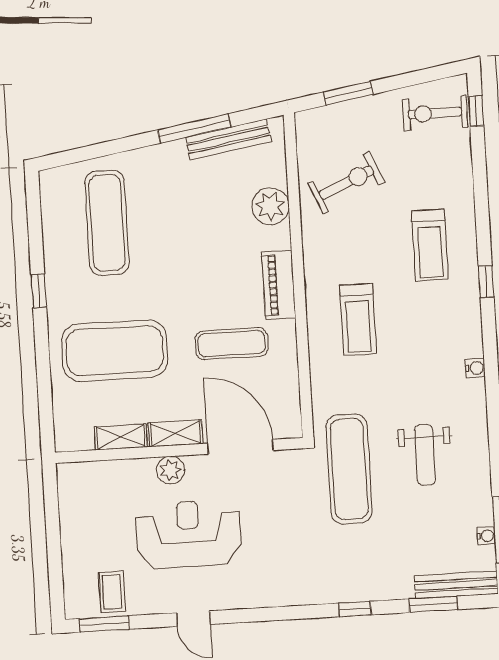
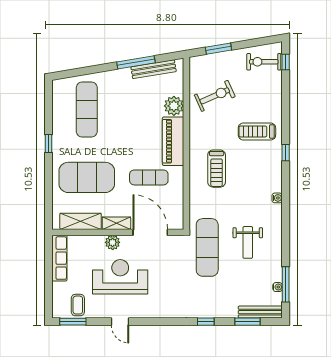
treadmill: (430, 245) -> (257, 131), turned 90
piano: (279, 285) -> (173, 141), width x1.37, depth x1.33
shelving: (121, 437) -> (81, 221), width x1.50, depth x1.33
row of seats: (72, 506) -> (59, 258), added

